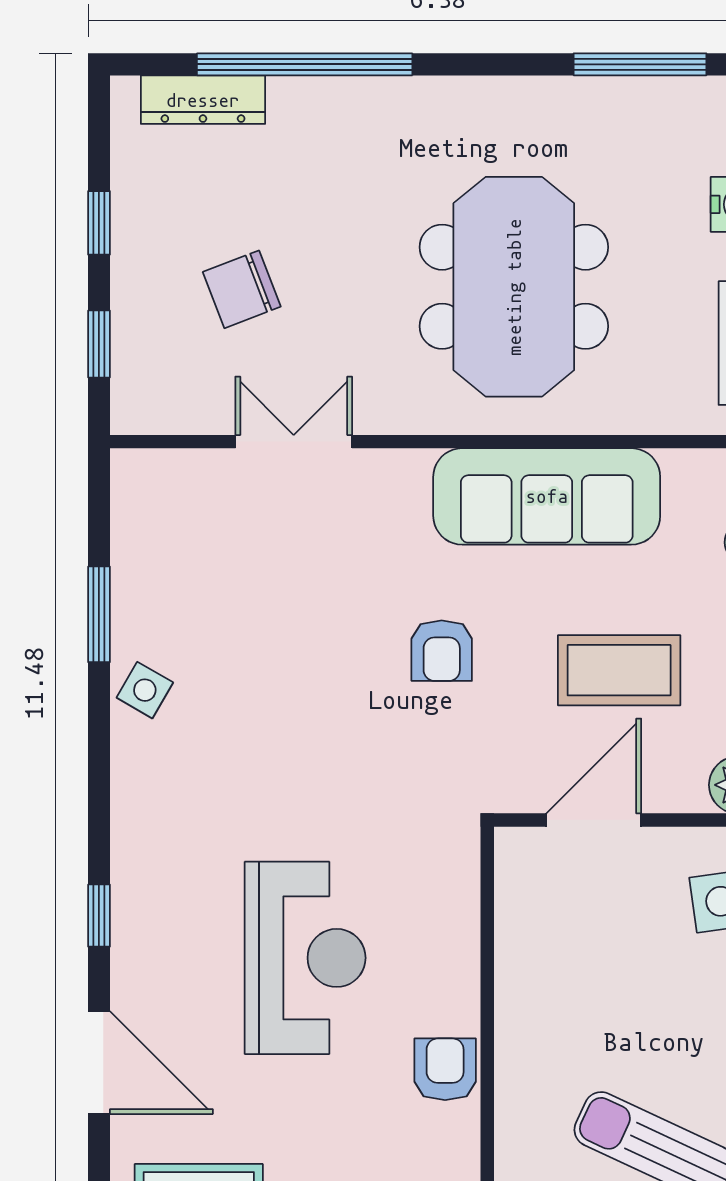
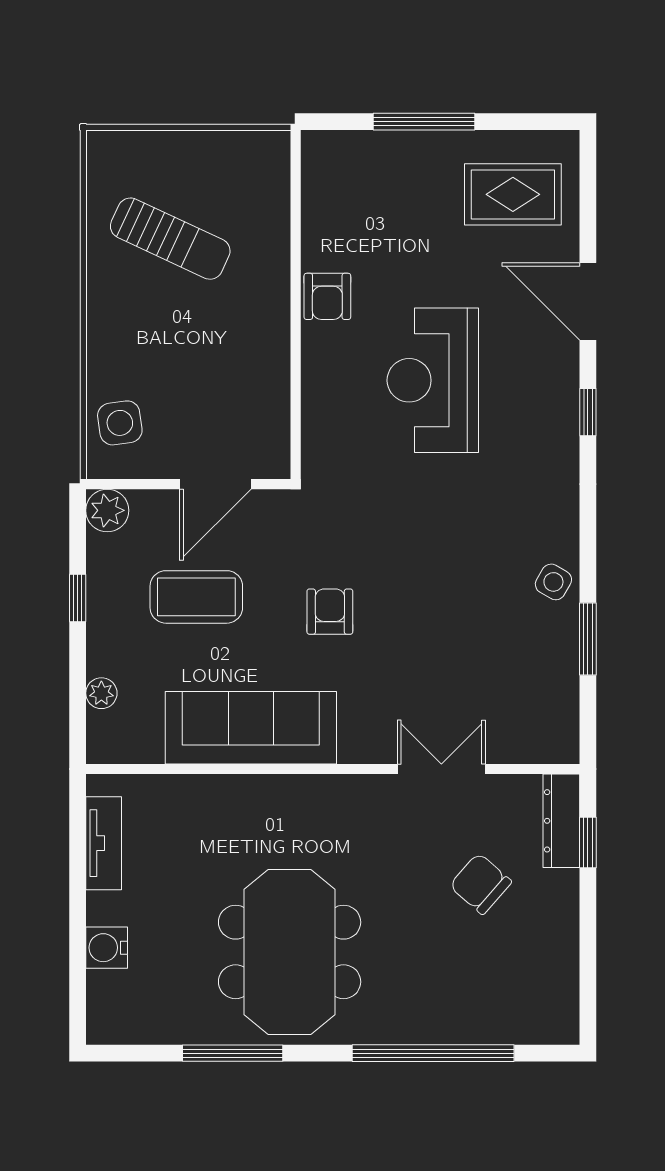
window: (640, 64) -> (233, 1053), moved
dresser: (203, 100) -> (561, 821), moved, turned -90
window: (99, 223) -> (588, 934), removed
meeting table: (514, 287) -> (290, 952), moved
chair: (242, 289) -> (480, 884), turned -118
double door: (294, 442) -> (441, 769), swing flipped

